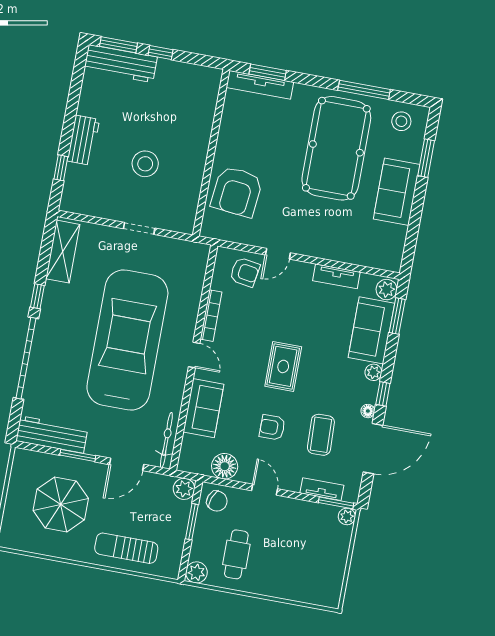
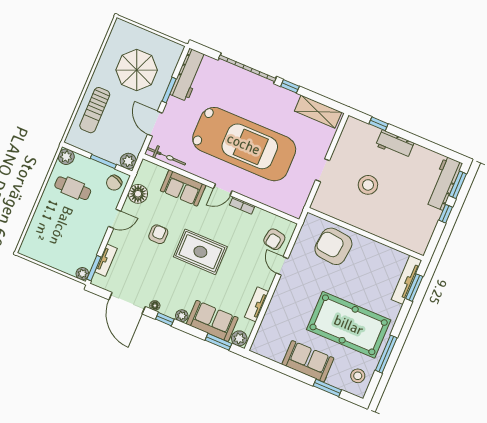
bookcase: (211, 316) -> (242, 205), width x0.64
rug: (283, 366) -> (200, 252), width x1.36, depth x1.43
coffee table: (321, 435) -> (145, 268), removed
sun lounger: (126, 548) -> (95, 110), turned 180

